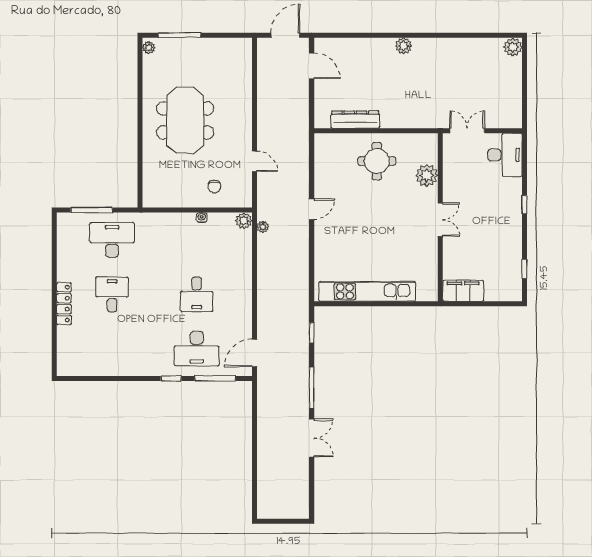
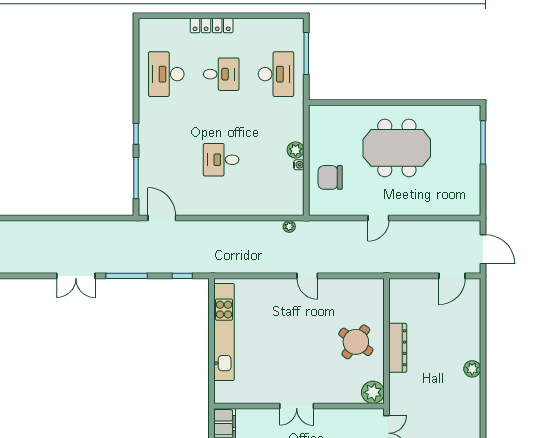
plant: (149, 48) -> (470, 111), removed
dresser: (355, 120) -> (398, 348), moved
door: (254, 161) -> (378, 218), moved
round table: (377, 161) -> (356, 342), turned 36
plant: (427, 175) -> (373, 392), moved
chair: (214, 186) -> (330, 177), width x1.87, depth x1.87
plant: (244, 221) -> (296, 150), moved
desk: (197, 348) -> (166, 74), moved

